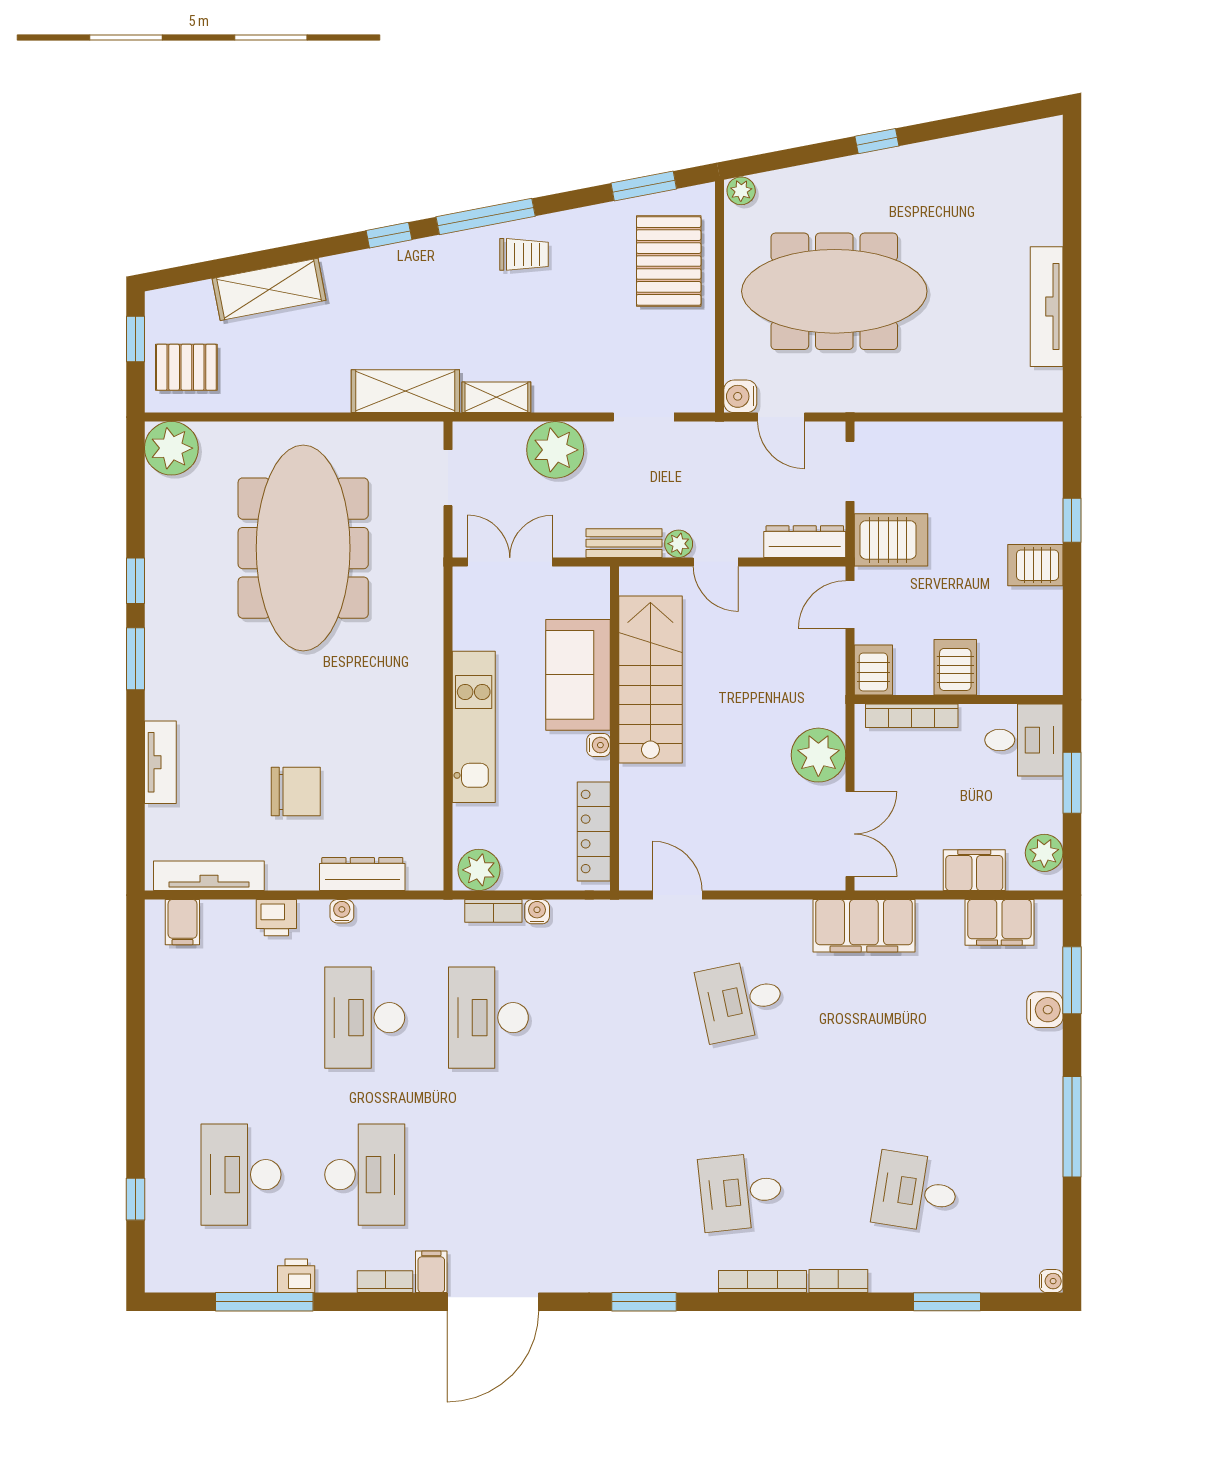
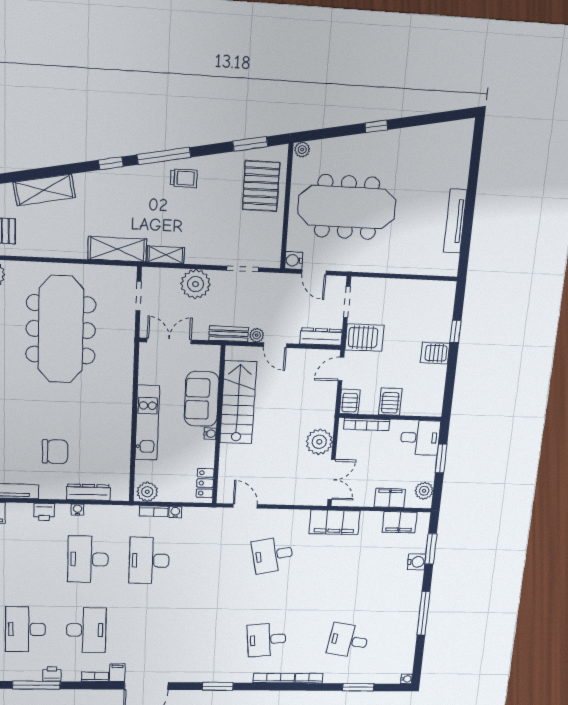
locker: (594, 831) -> (205, 483), width x0.66

